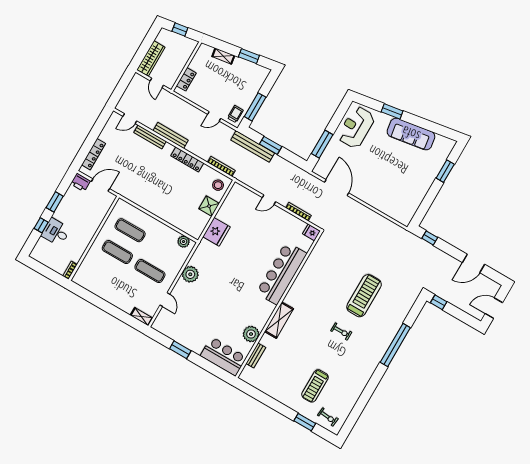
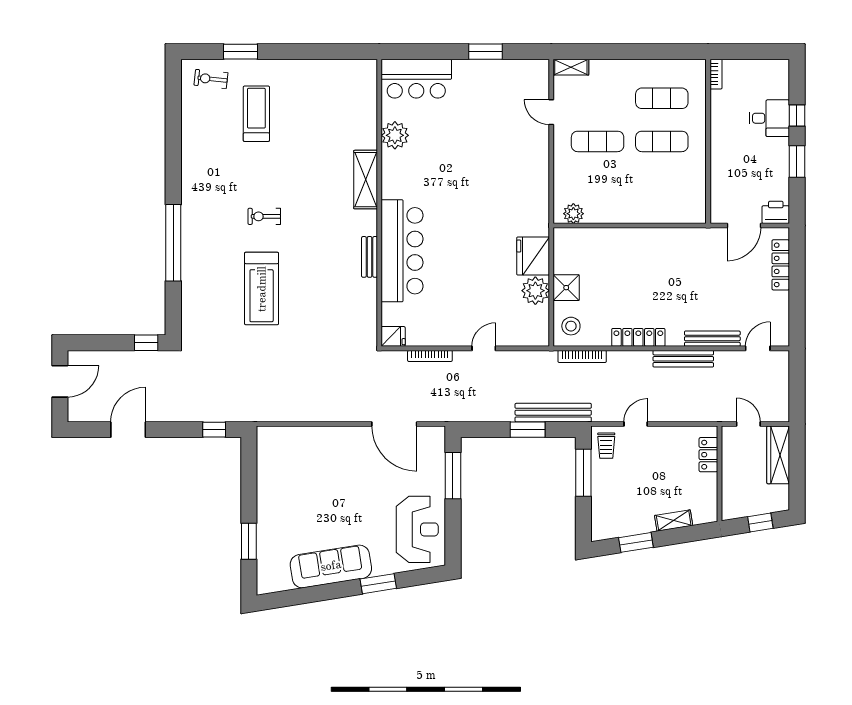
exercise mat: (130, 230) -> (662, 98), moved
plant: (190, 274) -> (535, 291), moved
bench: (256, 355) -> (370, 257), moved

